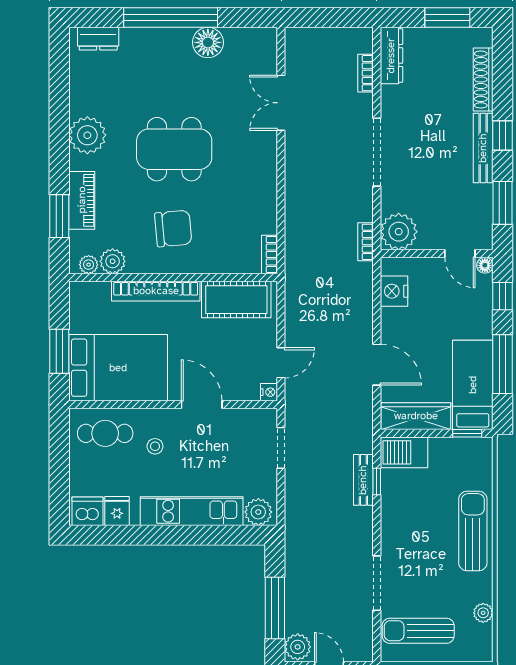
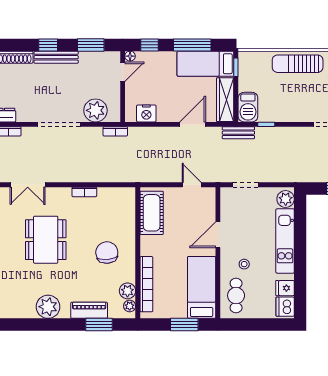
dining table: (174, 149) -> (46, 240), moved
plant: (399, 232) -> (95, 110), moved
bookcase: (269, 255) -> (84, 192), moved
bookcase: (156, 291) -> (146, 284), moved
bed: (118, 368) -> (202, 287), width x0.67
nightstand: (269, 392) -> (210, 192), removed
bench: (363, 480) -> (238, 133), moved

